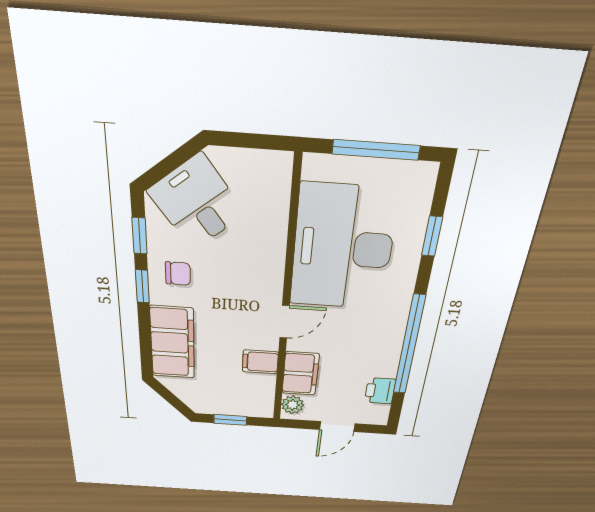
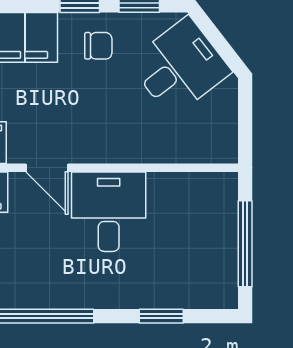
desk: (343, 248) -> (109, 212), width x0.53, depth x0.77
chair: (178, 274) -> (98, 46), turned -90

